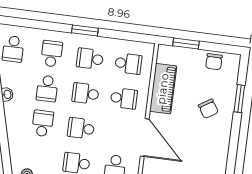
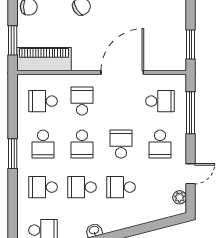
school desk: (128, 64) -> (43, 101), turned -90
school desk: (47, 89) -> (82, 187), turned 180
piano: (163, 89) -> (44, 59), moved
school desk: (81, 128) -> (121, 144), turned 180

